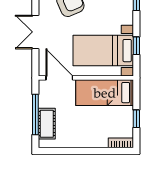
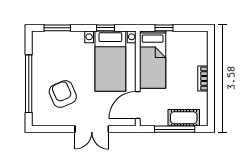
window: (136, 119) -> (164, 28), moved
bookcase: (121, 143) -> (203, 79), moved

